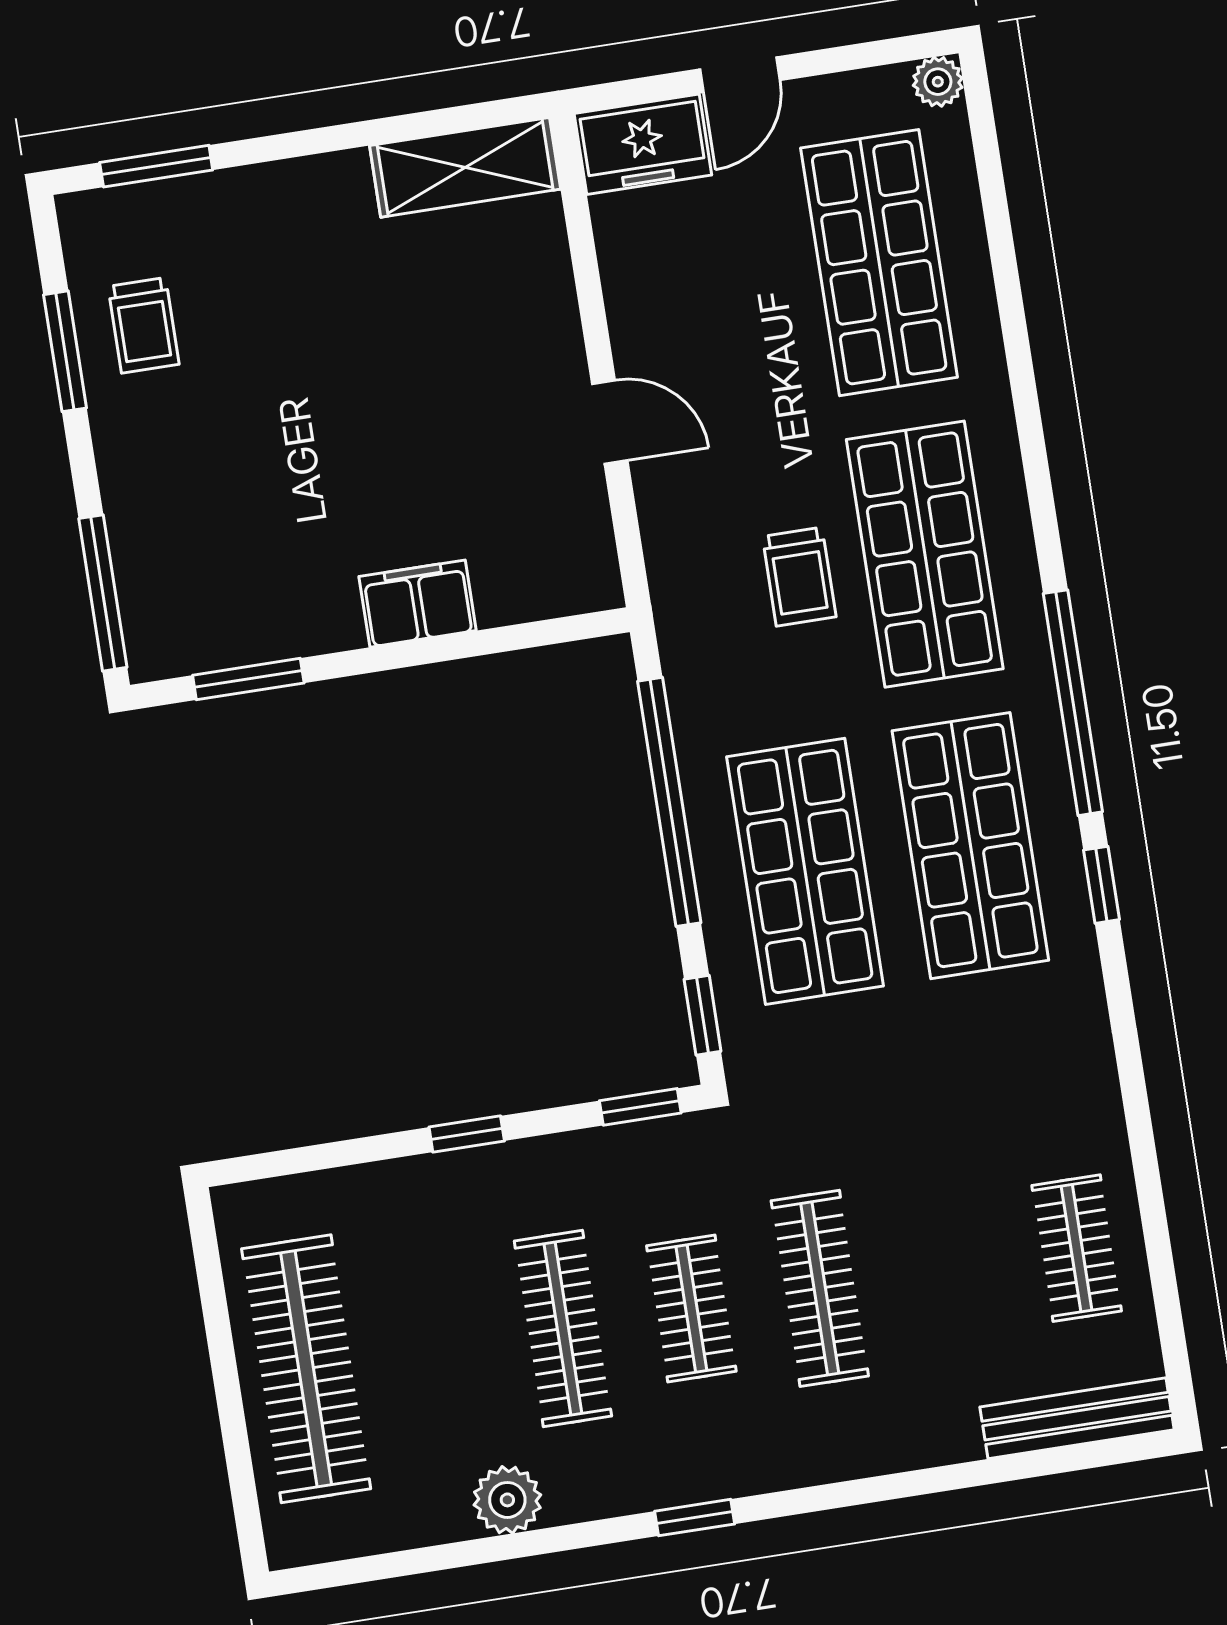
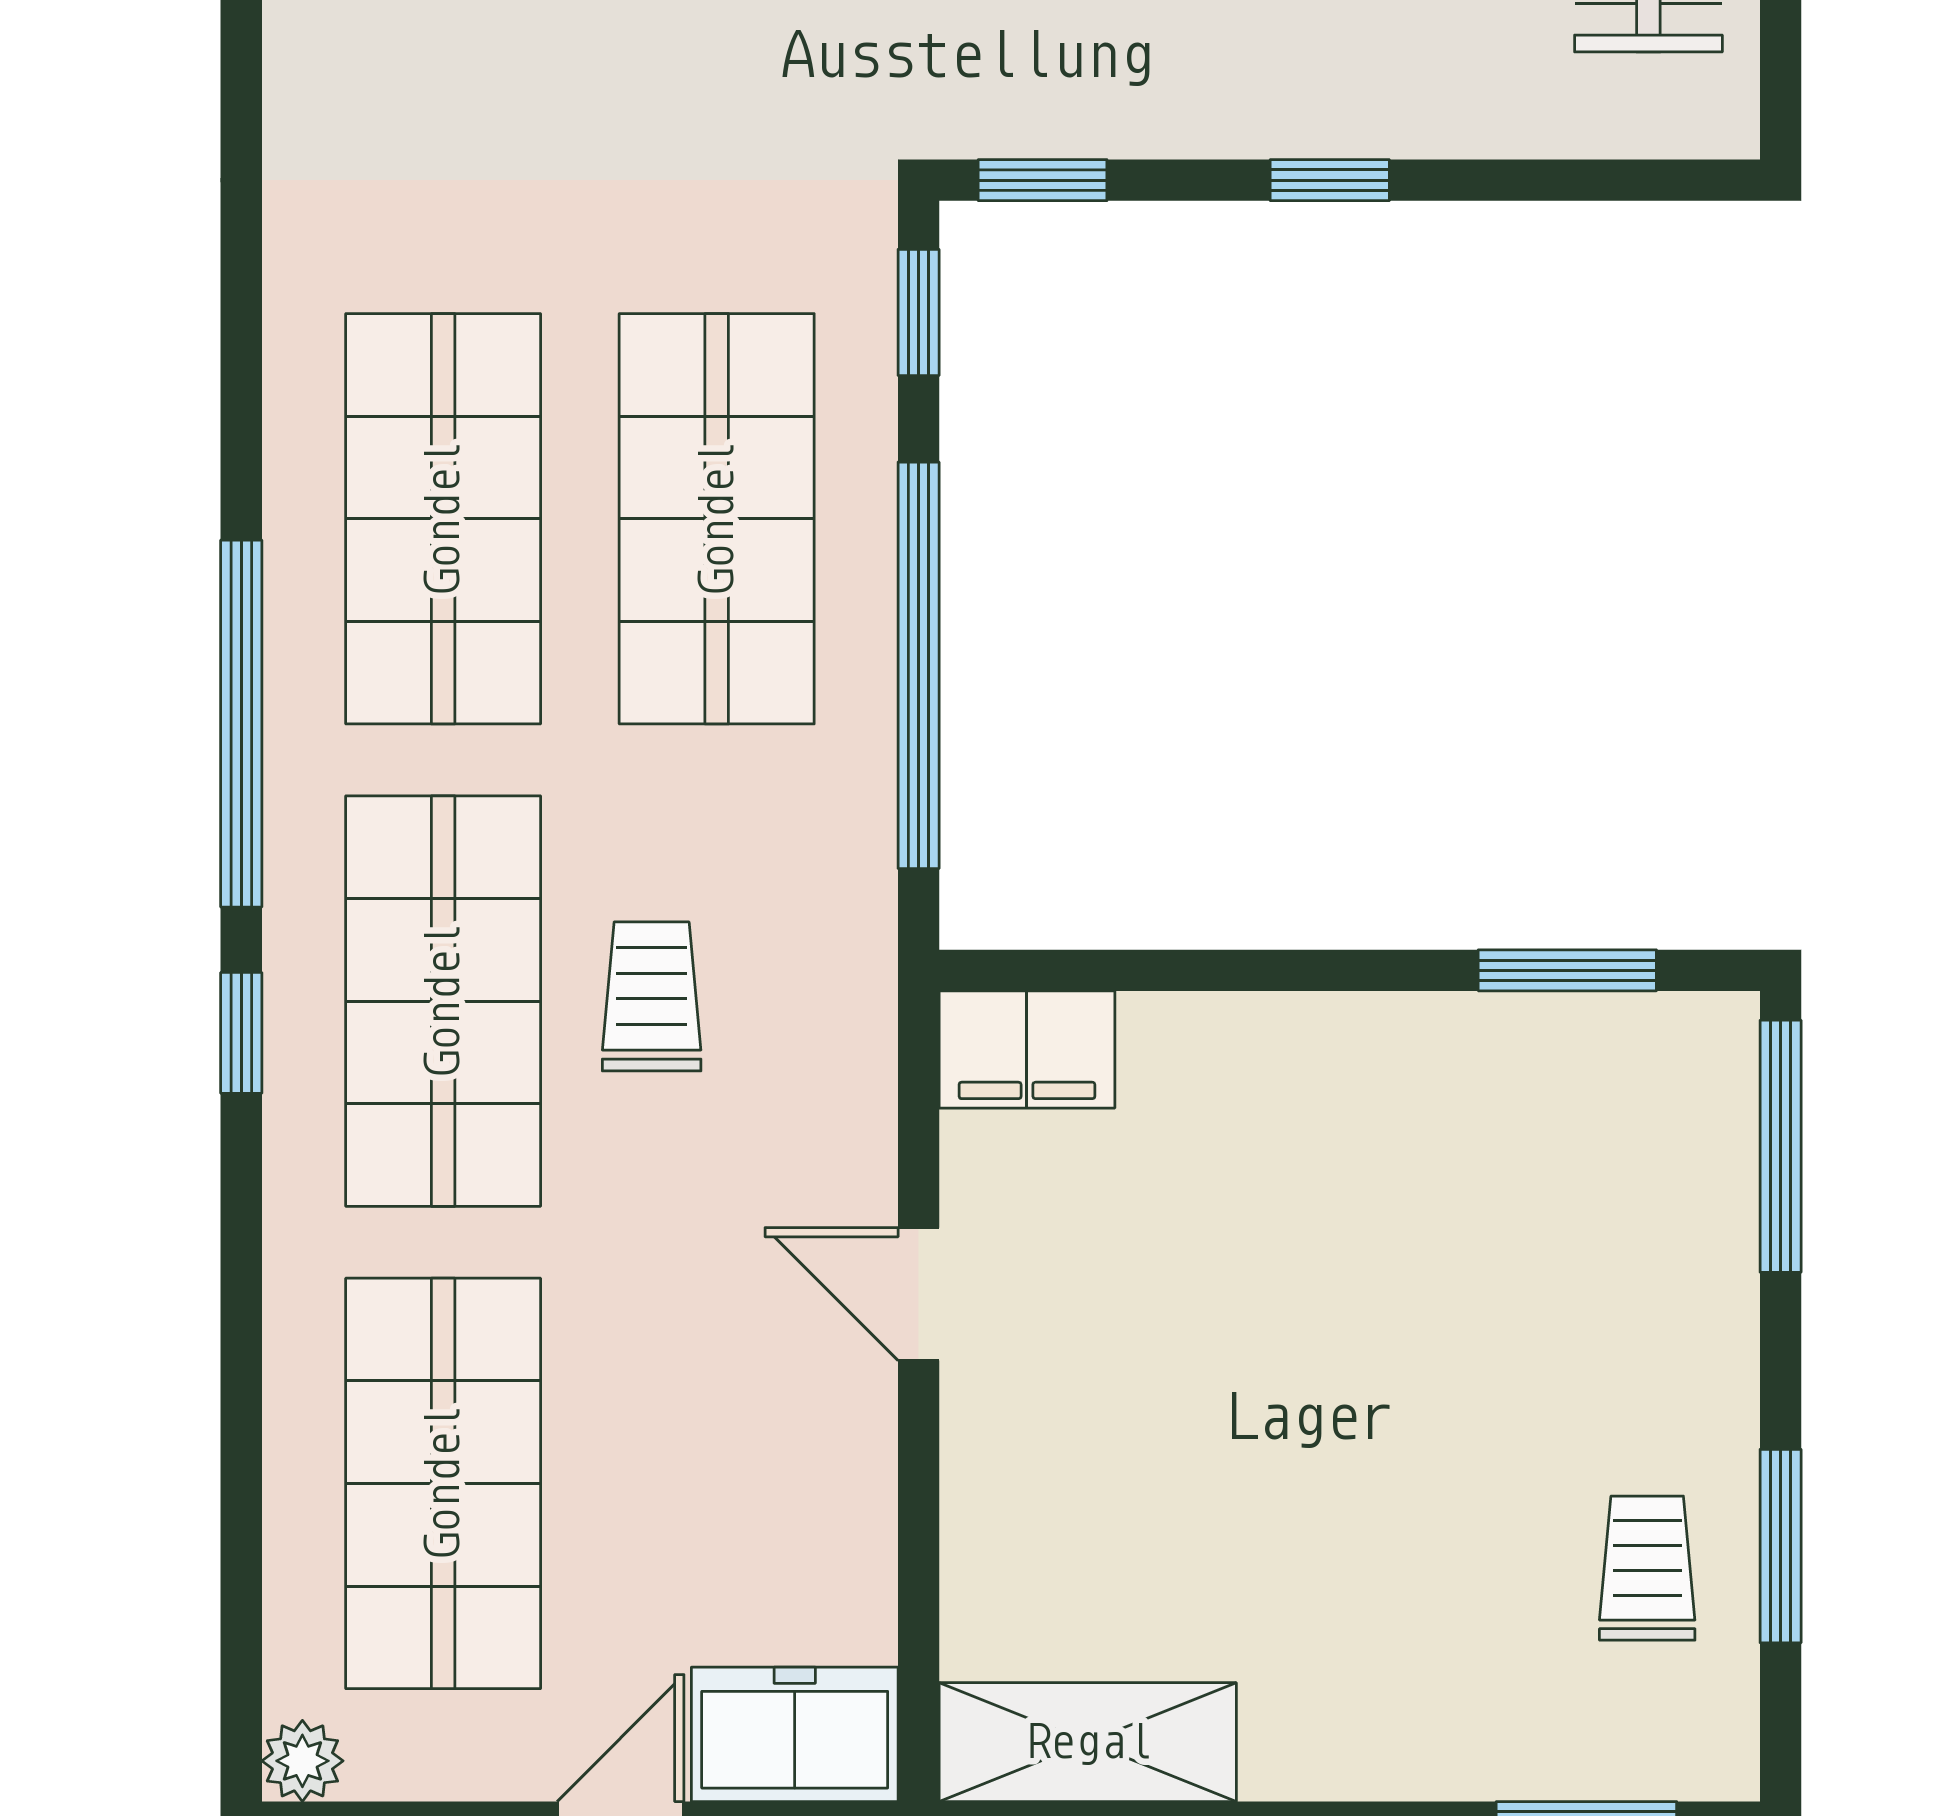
filing cabinet: (418, 604) -> (1027, 1049), moved
window: (1101, 885) -> (241, 1033), moved

